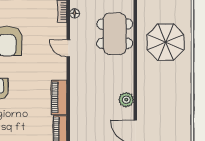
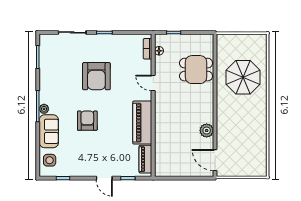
dining table: (115, 34) -> (196, 70), width x0.73
piano: (59, 97) -> (142, 123), width x1.37, depth x1.33

